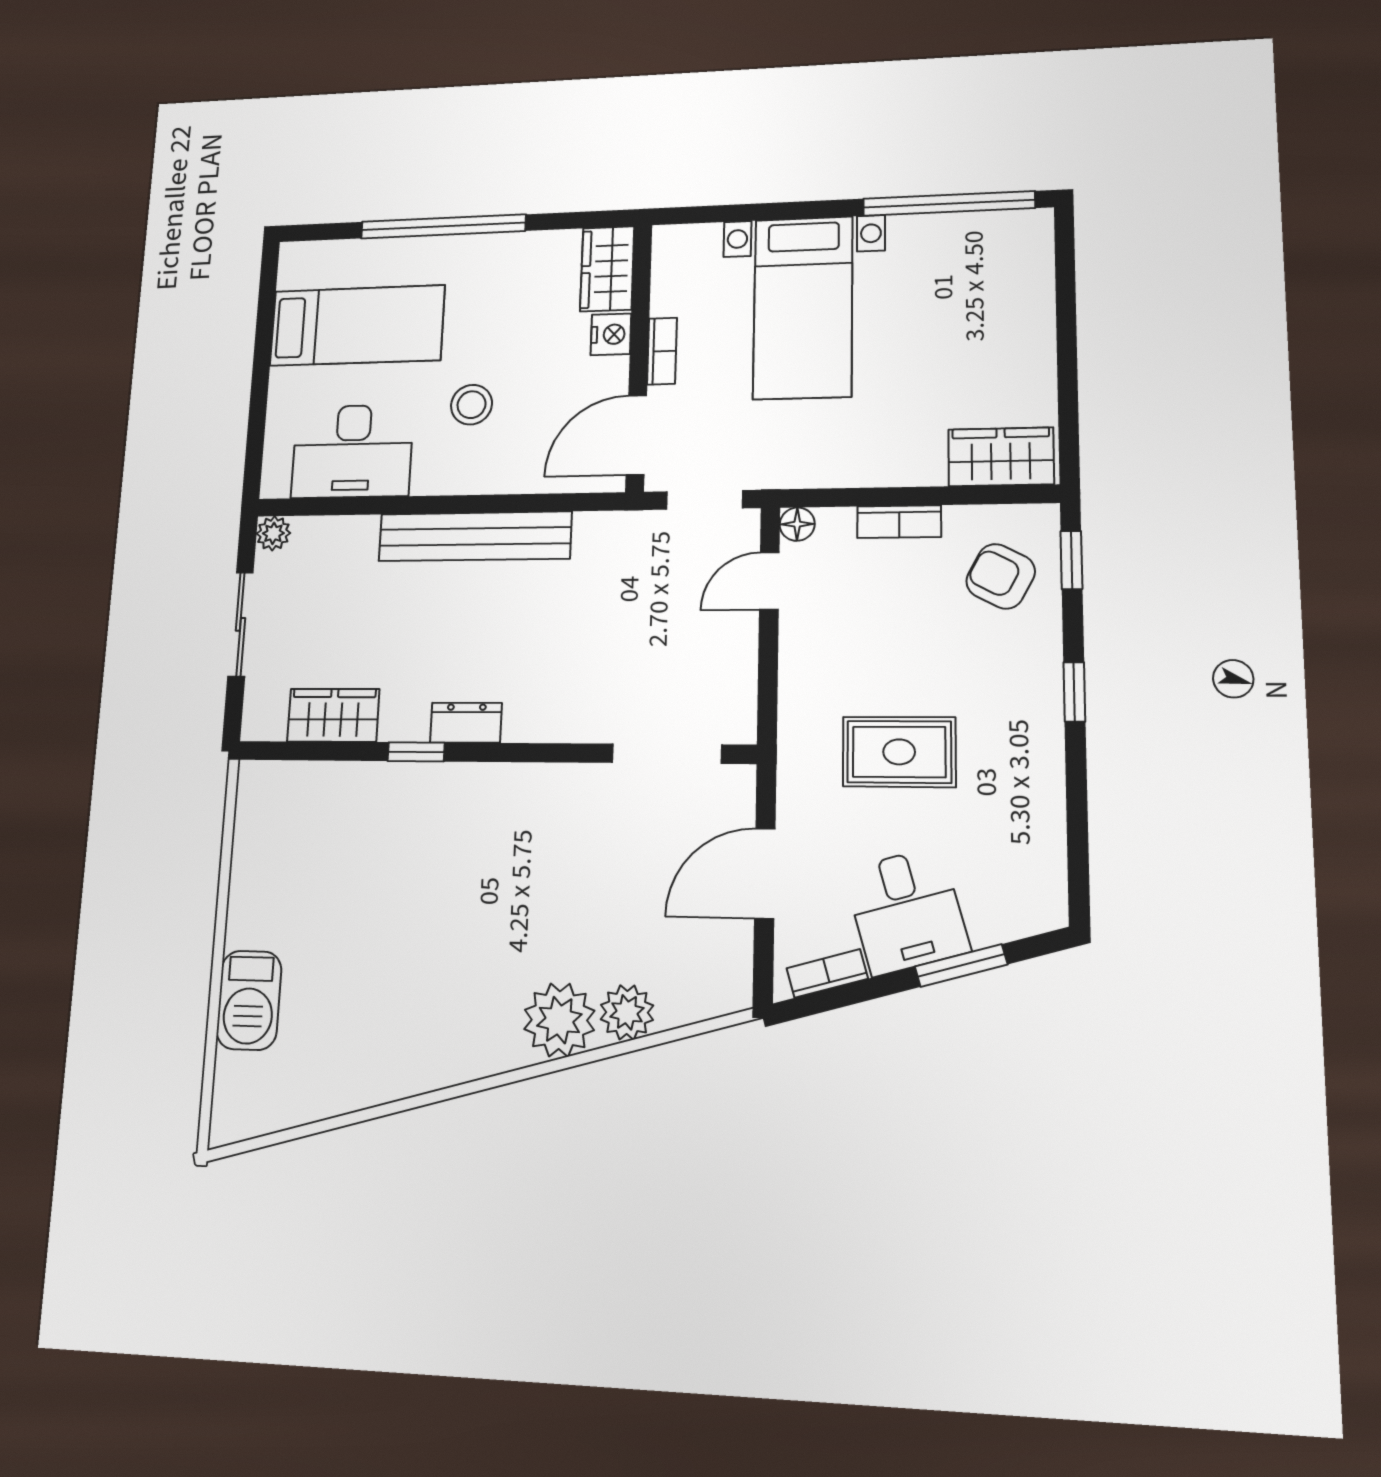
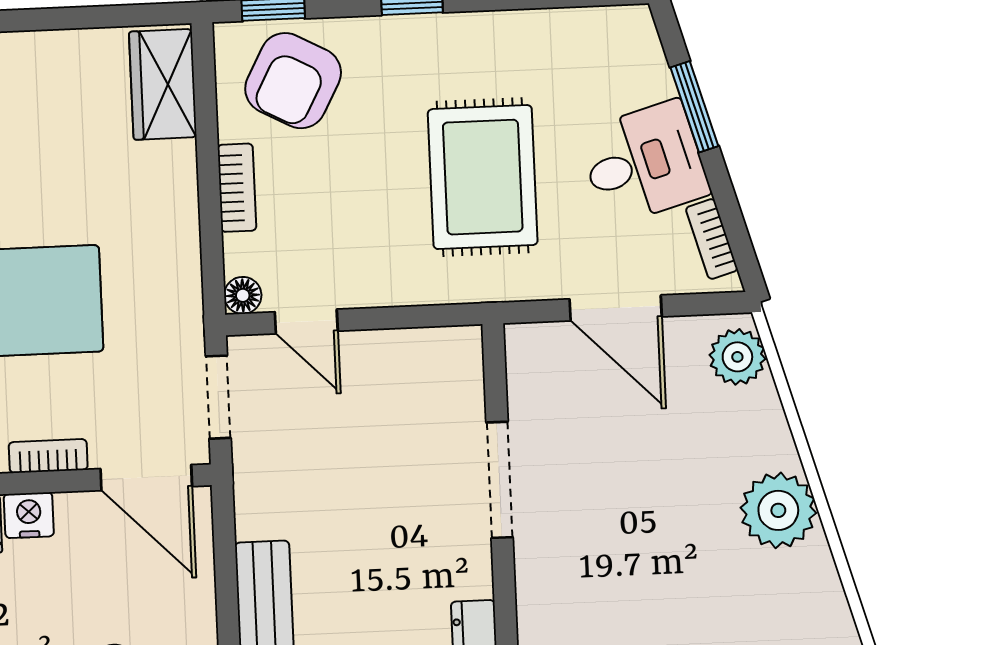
armchair: (1001, 576) -> (293, 81), width x1.38, depth x1.38
rug: (899, 752) -> (483, 177), width x1.36, depth x1.43
doorway: (667, 754) -> (500, 480), moved
plant: (627, 1012) -> (737, 357), moved

